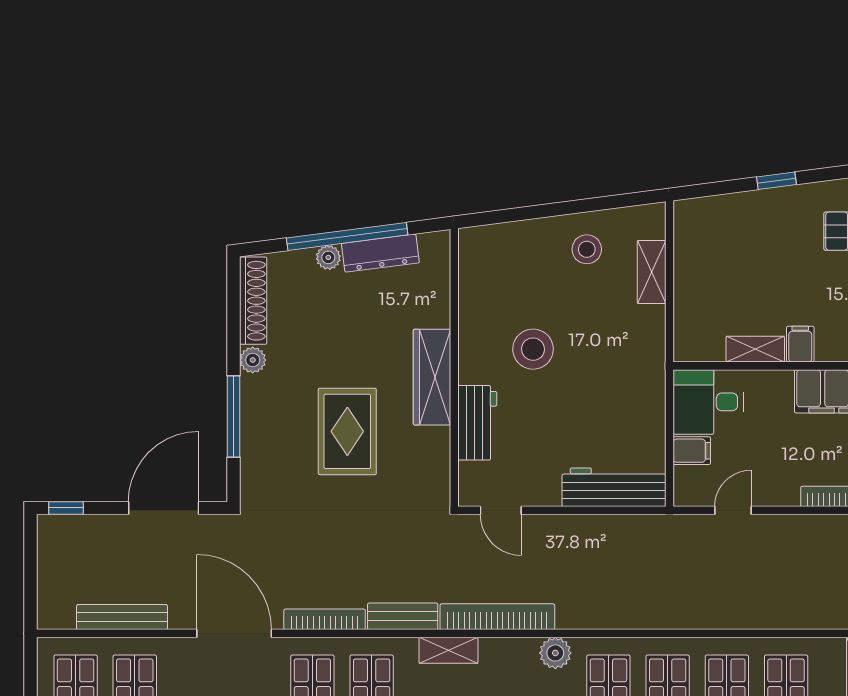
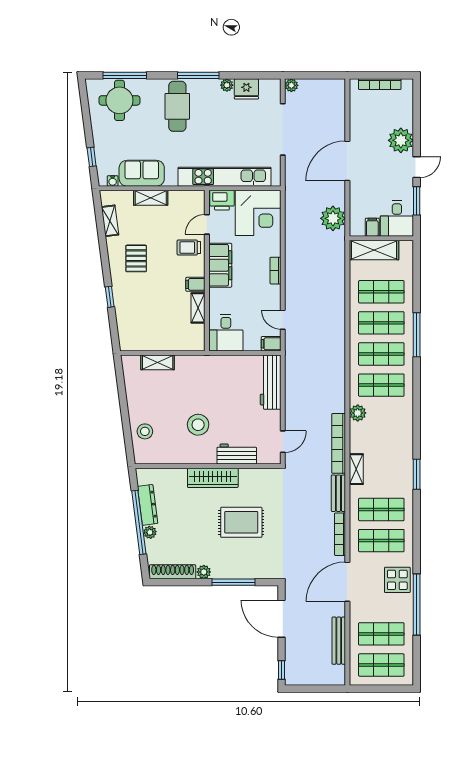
stool: (587, 249) -> (145, 431), moved
filing cabinet: (692, 451) -> (271, 344), moved, turned -90

